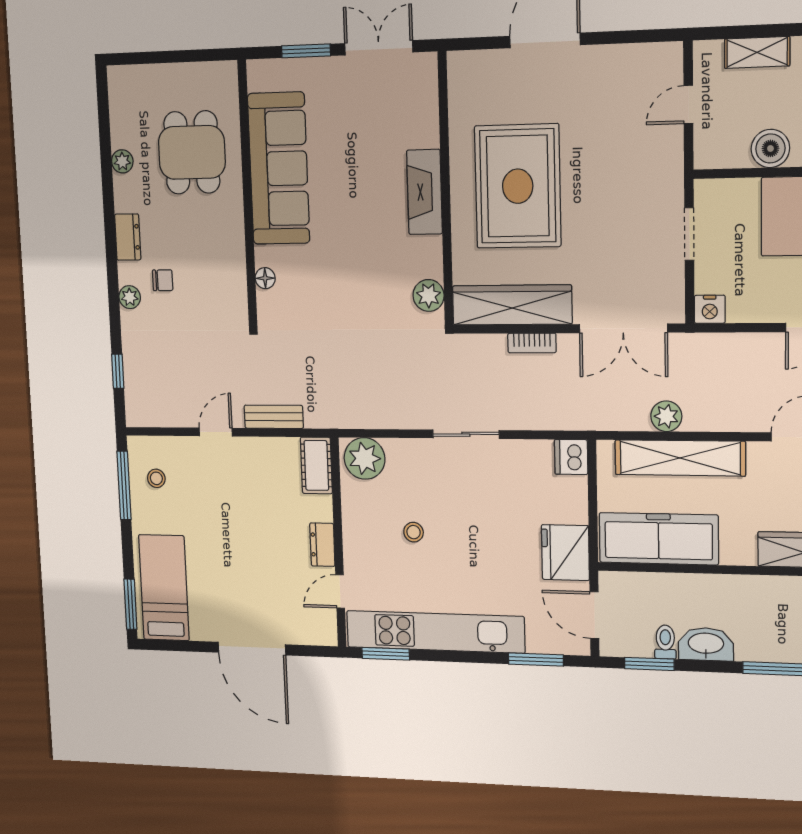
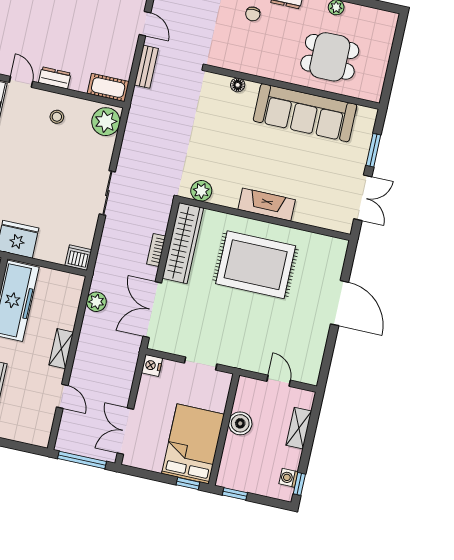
plant: (666, 416) -> (96, 302), moved
shelving: (680, 458) -> (61, 349), width x0.45, depth x0.75
stool: (414, 532) -> (57, 117), moved

